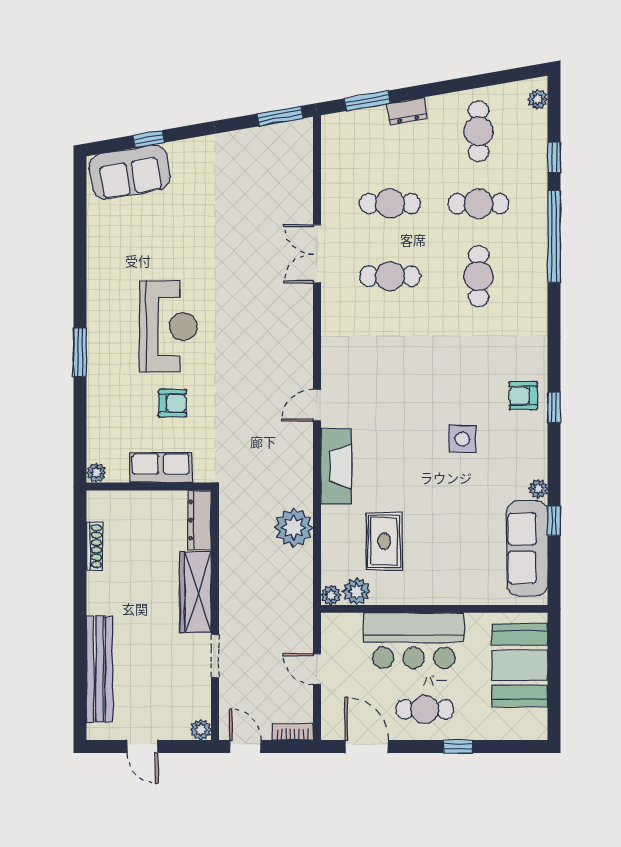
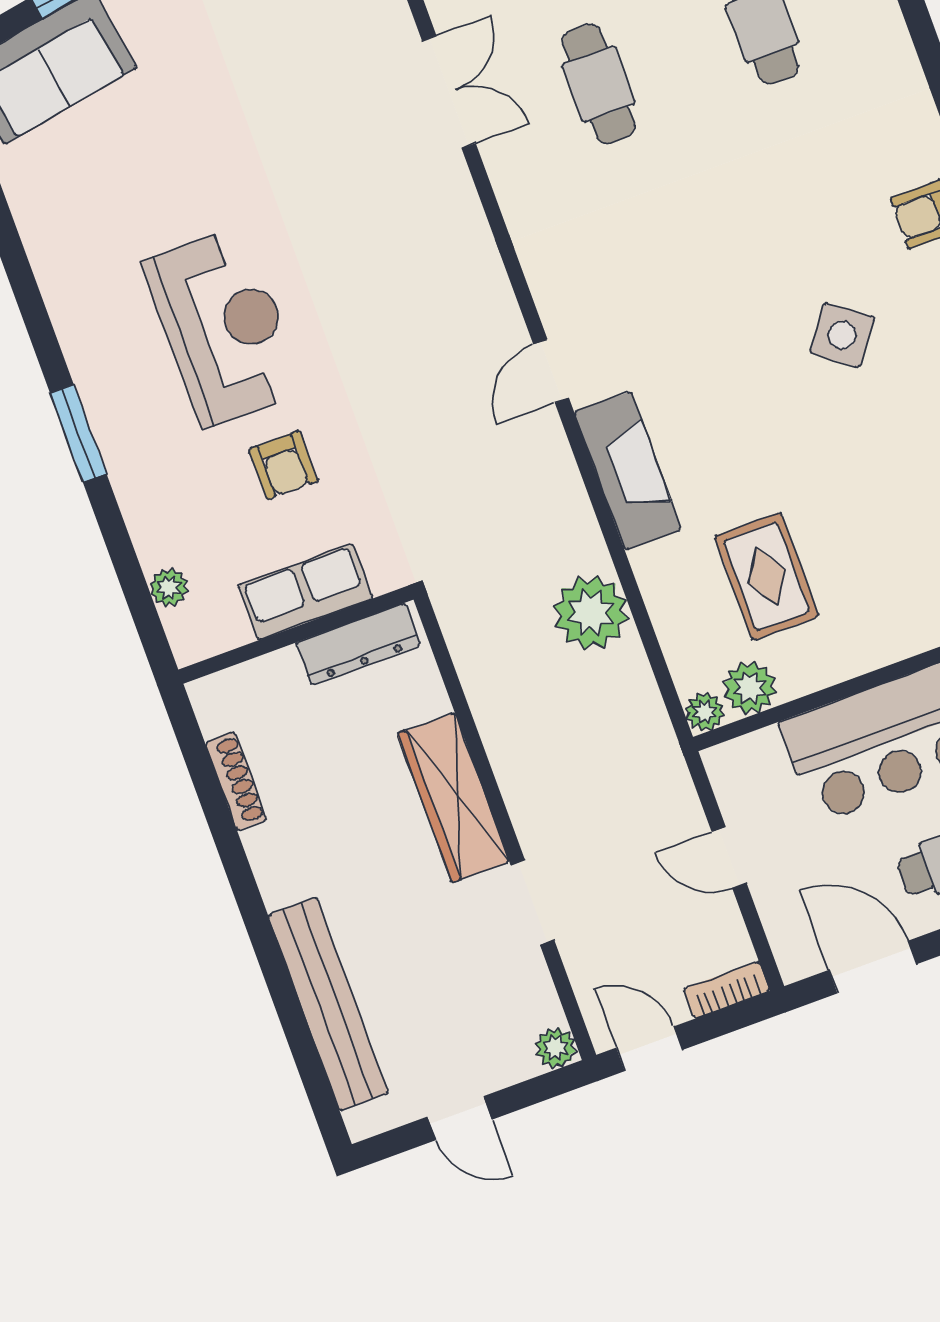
double door: (317, 254) -> (449, 92), swing flipped
cafe table: (390, 276) -> (599, 84), turned 90
armchair: (172, 403) -> (283, 465), turned 90
side table: (462, 439) -> (842, 335), turned 37
plant: (96, 473) -> (169, 588), moved
dresser: (200, 520) -> (358, 644), moved, turned -90

